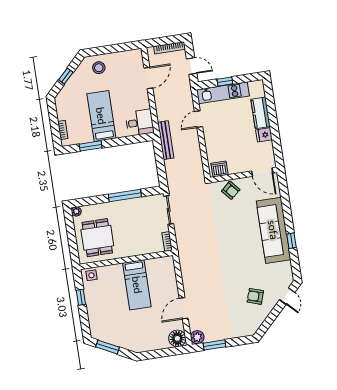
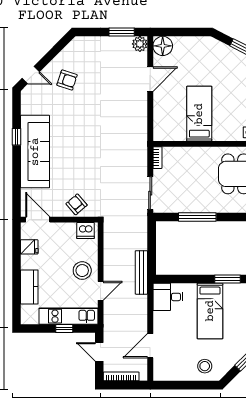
stool: (217, 134) -> (82, 271), added
fridge: (264, 135) -> (29, 247), moved
door: (287, 296) -> (31, 75), swing flipped

